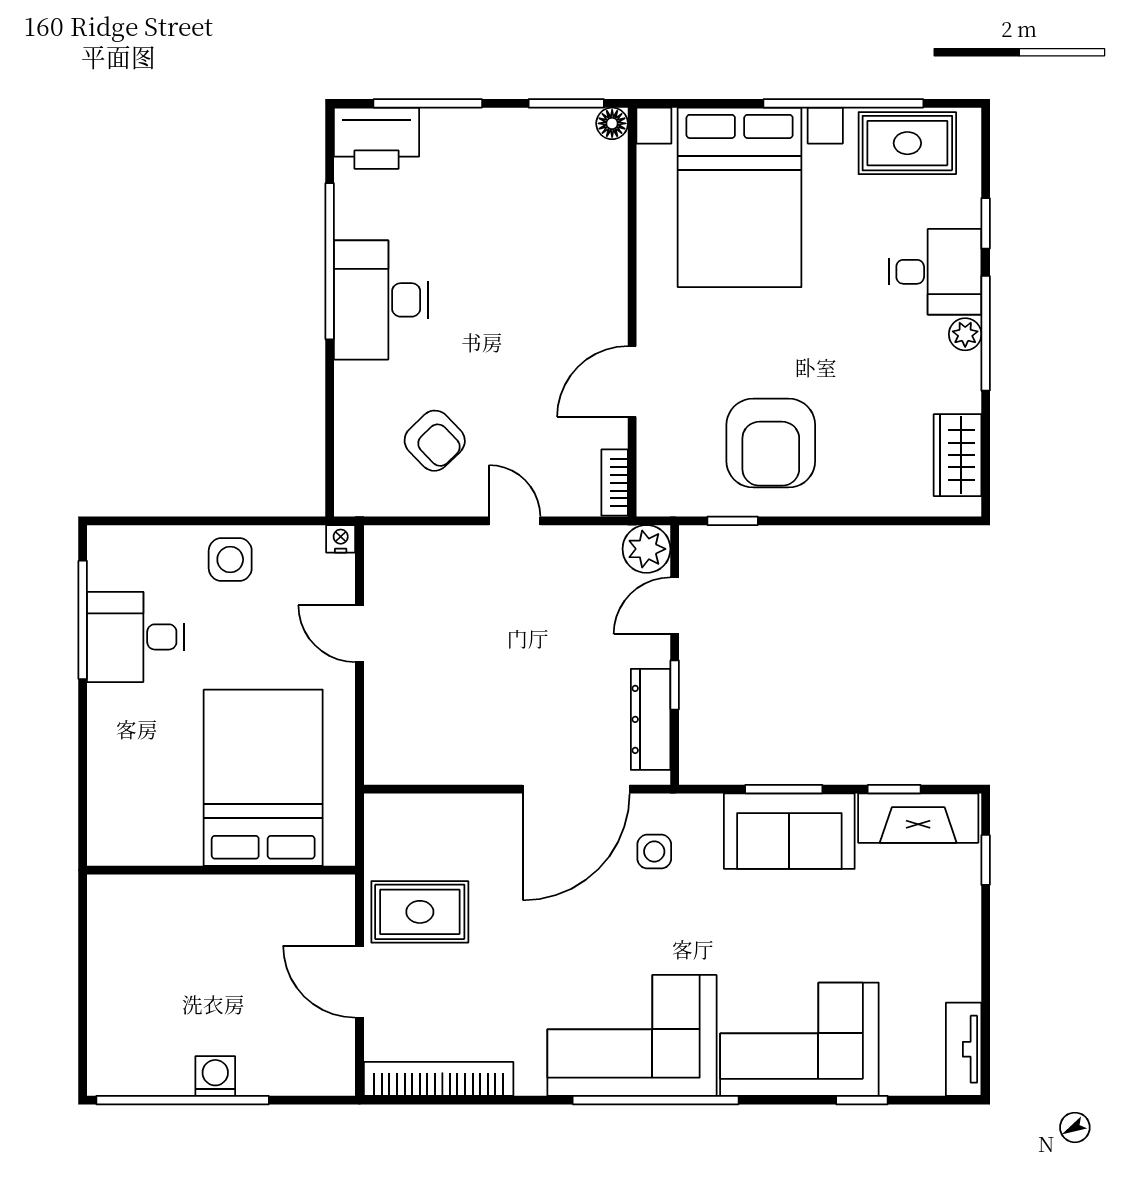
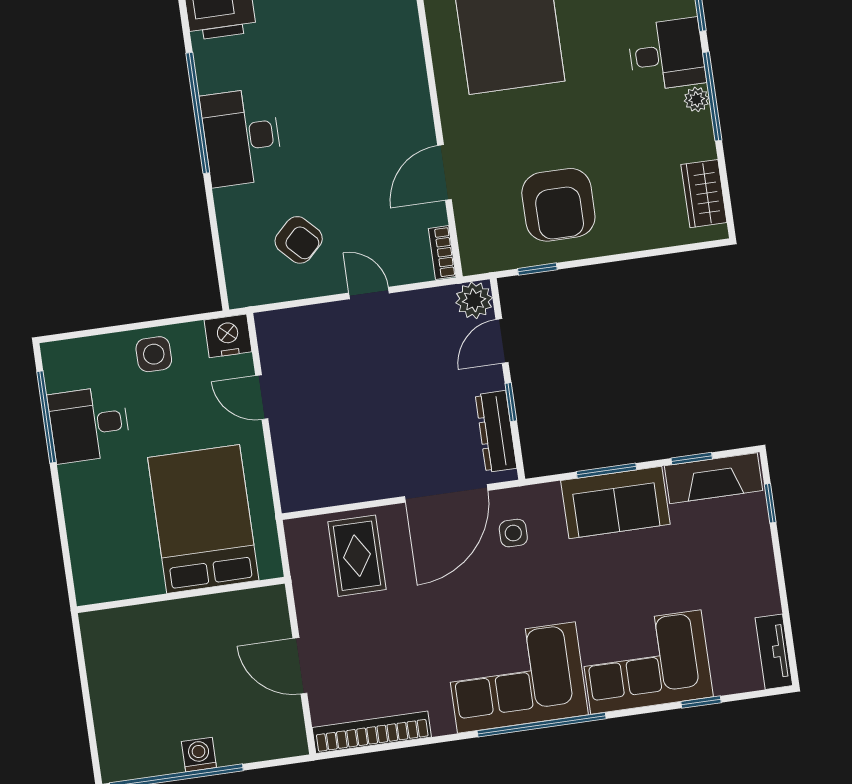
nightstand: (341, 539) -> (228, 336), width x1.89, depth x1.79
rug: (420, 912) -> (357, 556), moved, turned 90

